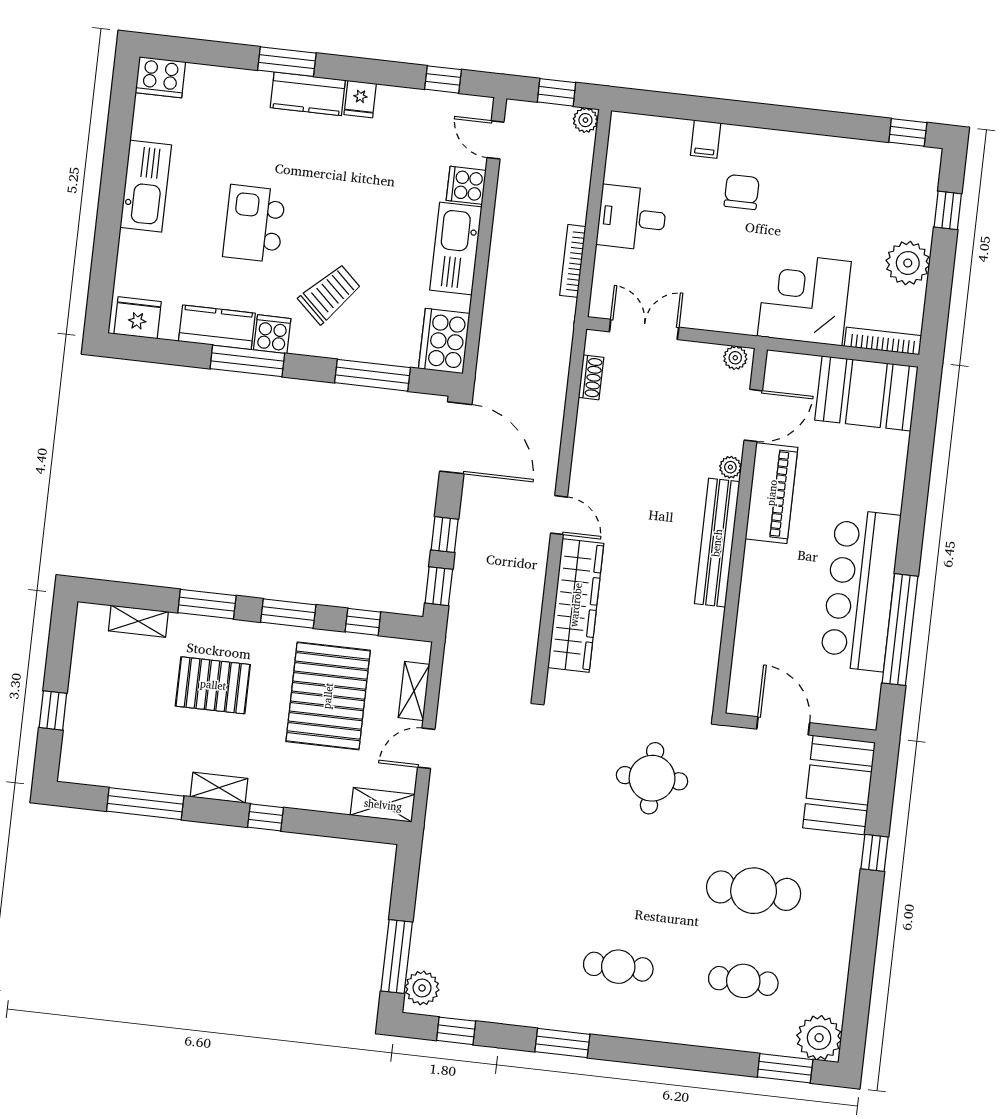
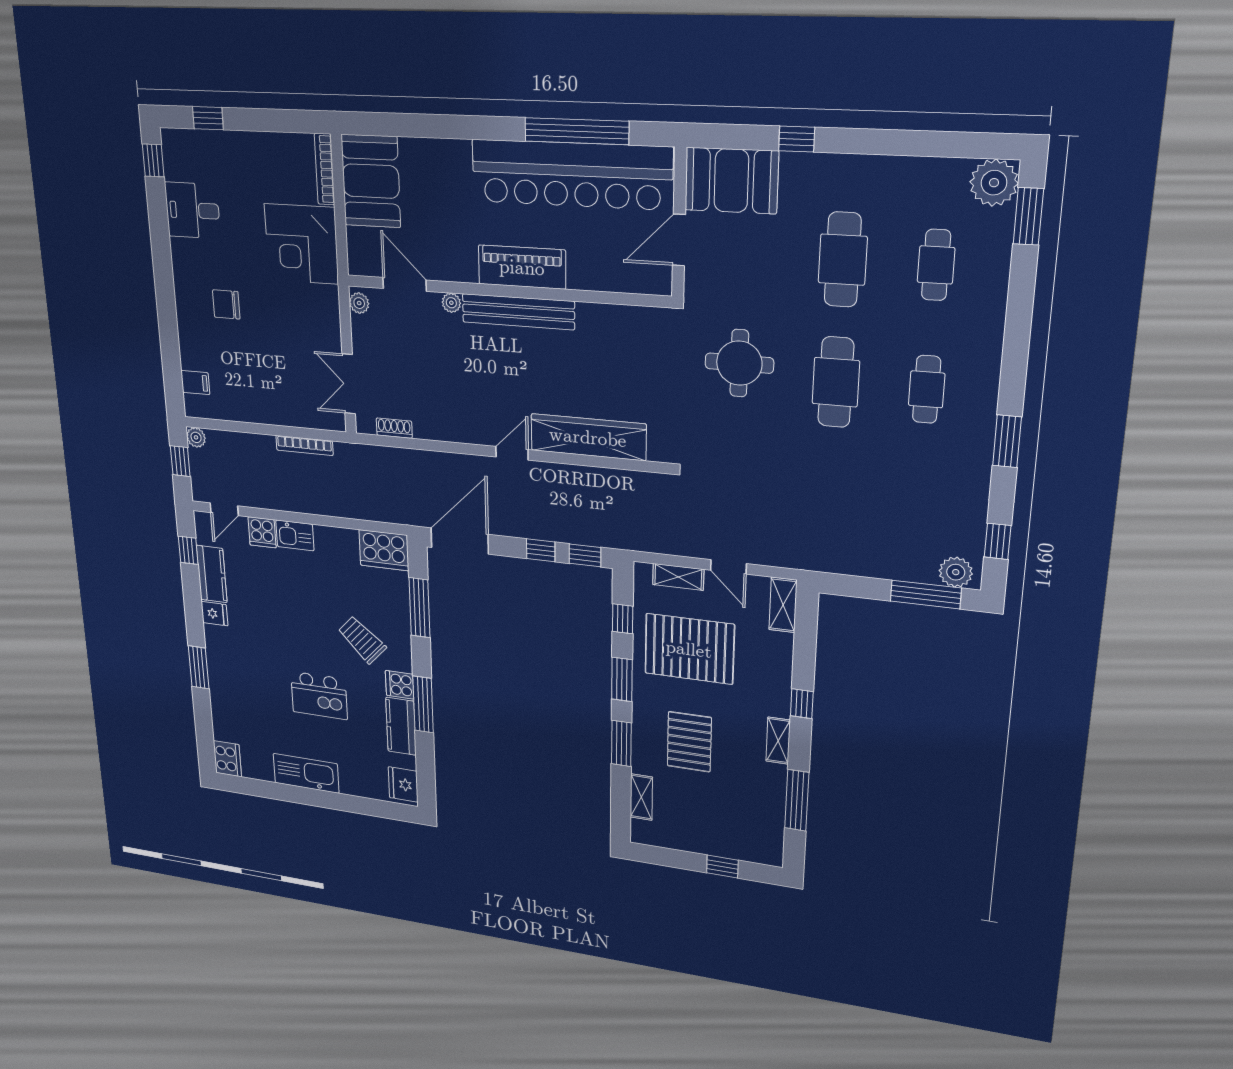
kitchen counter: (308, 94) -> (212, 574), moved
filing cabinet: (706, 139) -> (195, 383), moved
desk: (632, 218) -> (193, 210), moved, turned 90
kitchen sink: (456, 248) -> (295, 535), width x0.53, depth x0.81
plant: (908, 263) -> (257, 151), removed
piano: (772, 493) -> (522, 267), moved
bar counter: (860, 590) -> (571, 174), width x1.36
cafe table: (629, 876) -> (836, 382), added

